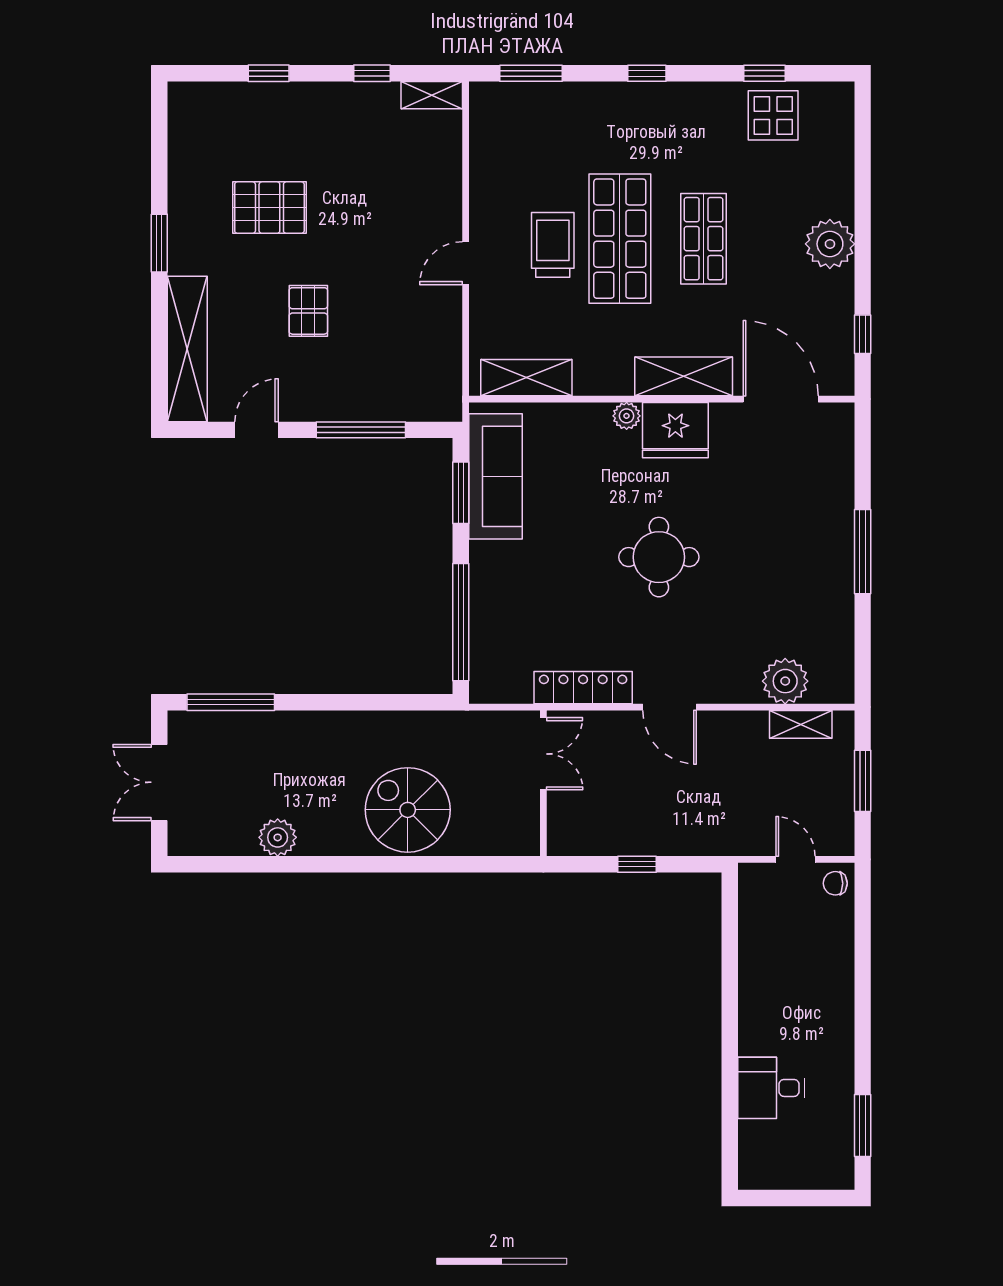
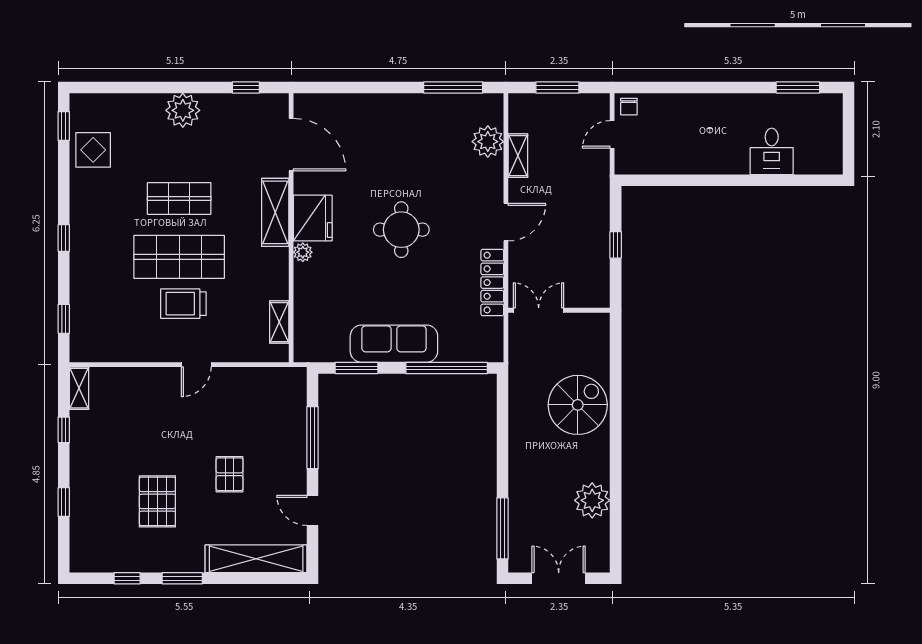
window: (531, 73) -> (64, 319), width x0.67
window: (765, 73) -> (64, 126), moved
window: (159, 164) -> (127, 578), added
door: (466, 263) -> (196, 365), hinge flipped
pallet: (308, 311) -> (230, 474), turned 90
shelving: (526, 378) -> (279, 322), width x0.67, depth x0.75
door: (781, 399) -> (291, 145), swing flipped
sofa: (495, 476) -> (394, 344), moved
window: (863, 552) -> (453, 87), moved
shelving: (801, 724) -> (518, 156), moved
double door: (159, 782) -> (559, 578), swing flipped
spiral stairs: (408, 810) -> (578, 405), turned 180
plant: (278, 837) -> (592, 500), width x1.36, depth x1.36

